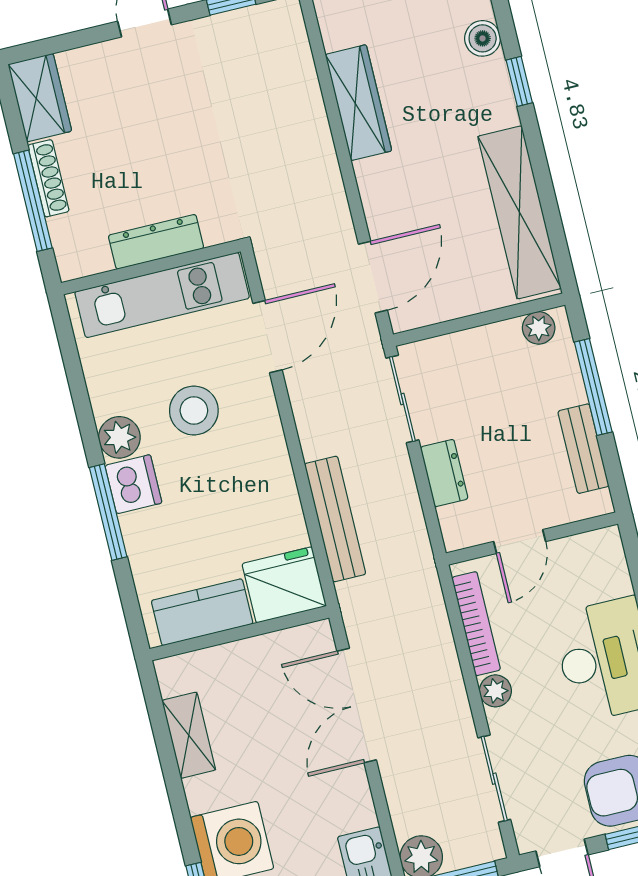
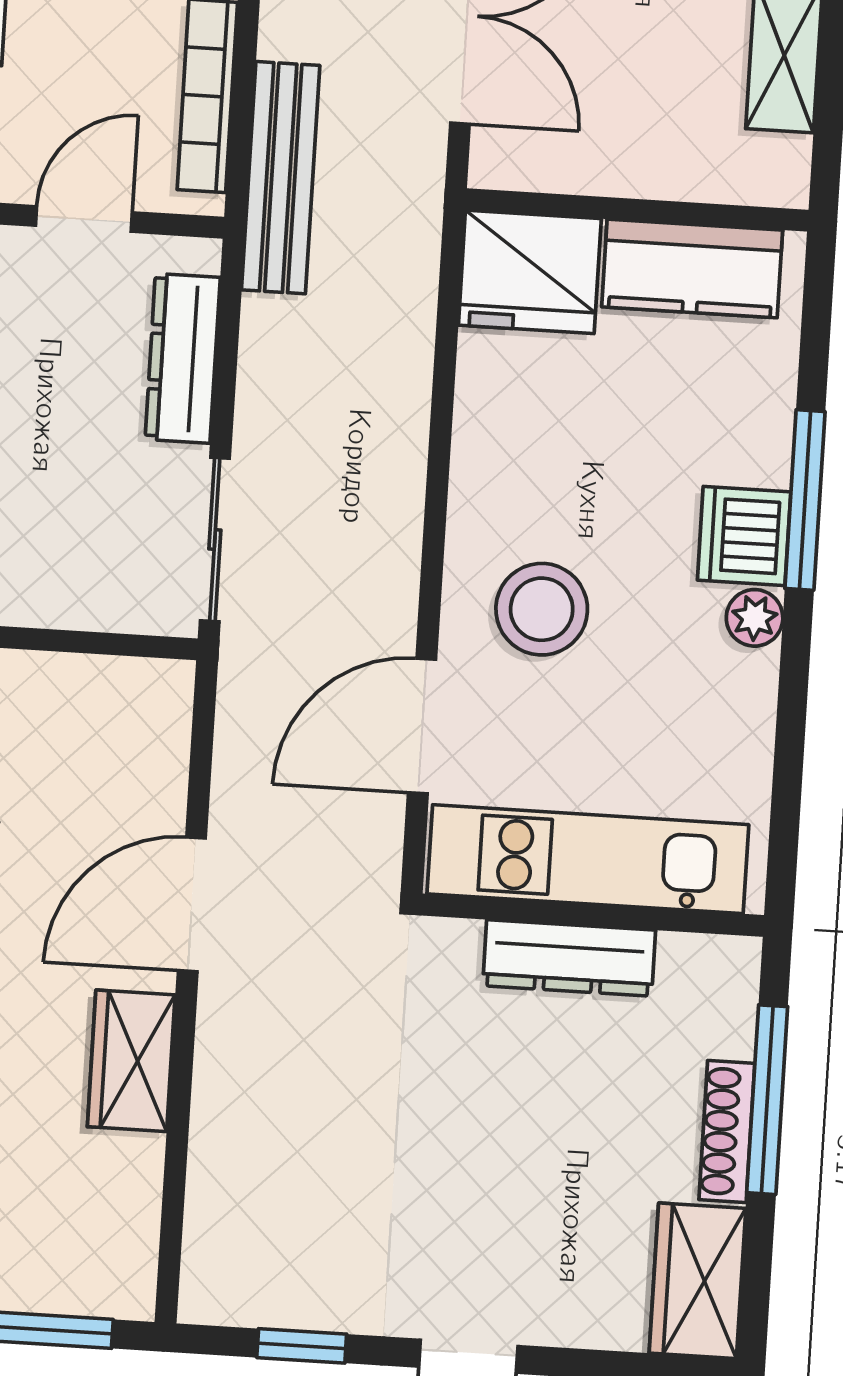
wardrobe: (358, 103) -> (131, 1061), width x0.67
door: (373, 277) -> (192, 904), moved
stool: (194, 411) -> (542, 609), moved
plant: (119, 437) -> (755, 618), width x0.73, depth x0.73
dresser: (444, 473) -> (183, 358), width x1.44
bench: (335, 519) -> (281, 178), moved

